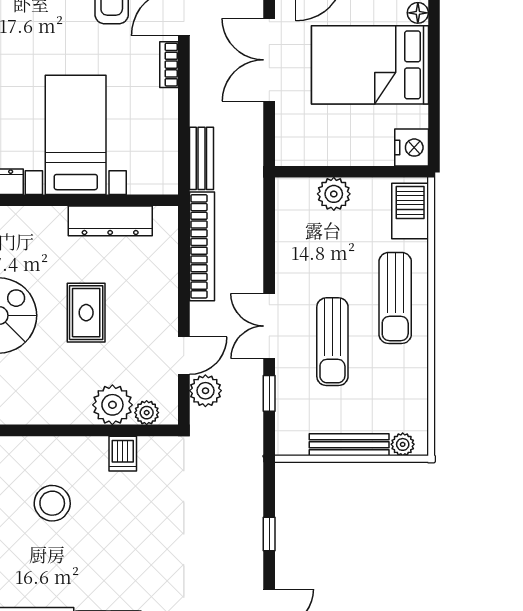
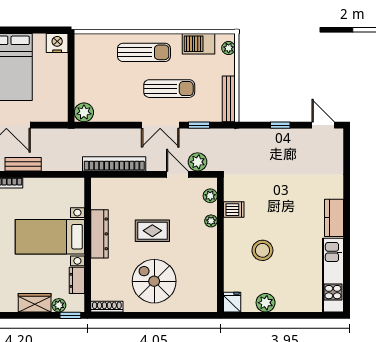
bench: (201, 158) -> (23, 164), moved
plant: (334, 194) -> (84, 112), moved
barbecue: (410, 211) -> (198, 44), moved
dresser: (110, 221) -> (99, 234), moved
plant: (112, 405) -> (211, 221), width x0.53, depth x0.53
bench: (349, 445) -> (229, 99), moved

